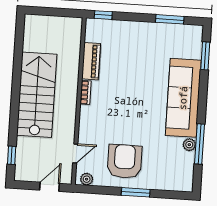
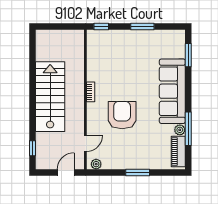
window: (170, 19) -> (142, 27), moved
piano: (91, 61) -> (178, 152), moved, turned 180
armchair: (125, 161) -> (122, 115), moved

